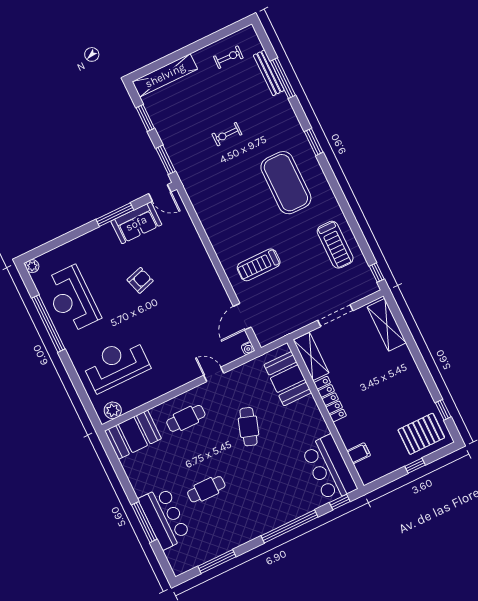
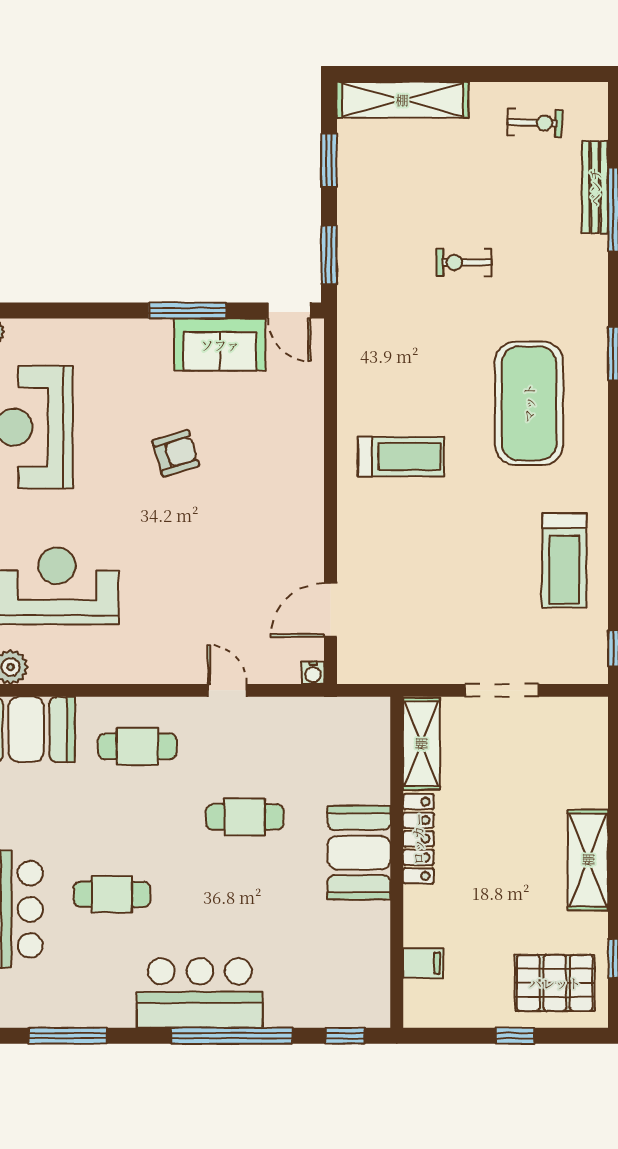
treadmill: (259, 265) -> (401, 457), moved, turned 180
shelving: (387, 325) -> (588, 860), moved
booth: (288, 379) -> (359, 853), moved
cafe table: (249, 427) -> (245, 817), turned 72
bar counter: (329, 468) -> (200, 993), moved, turned 90

